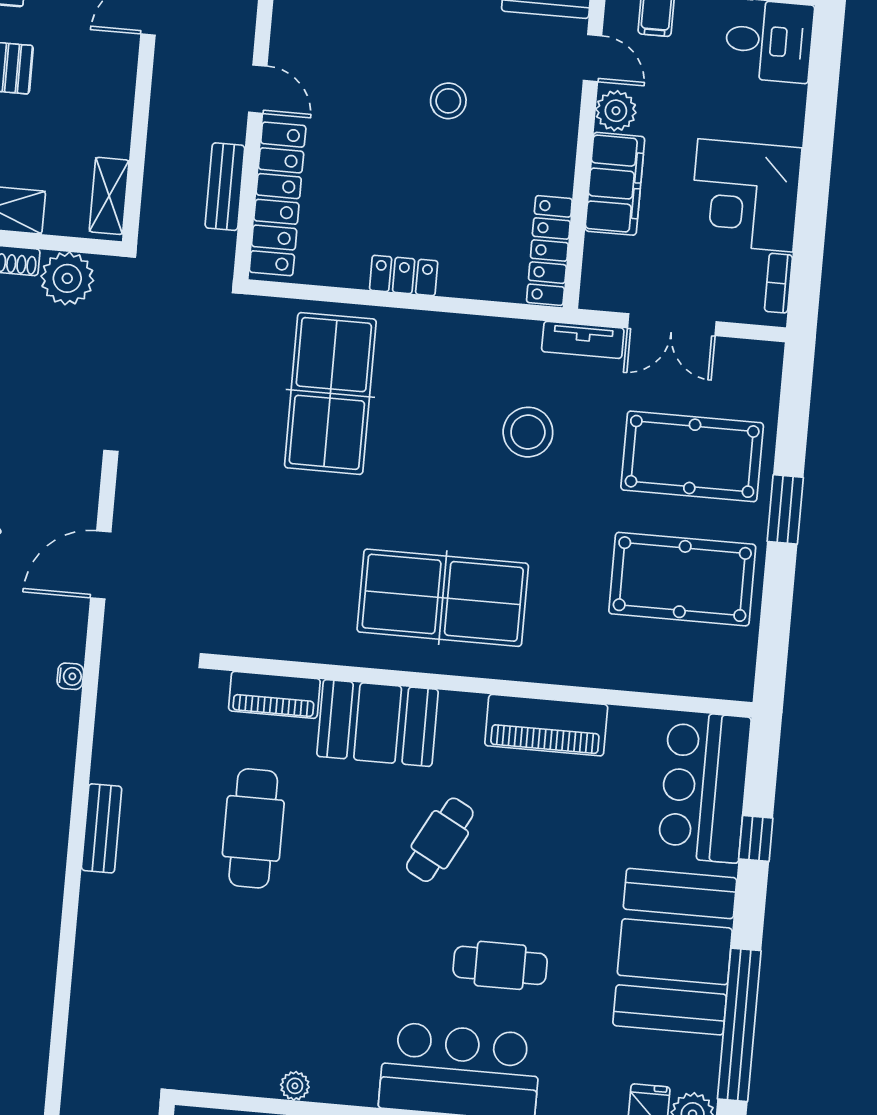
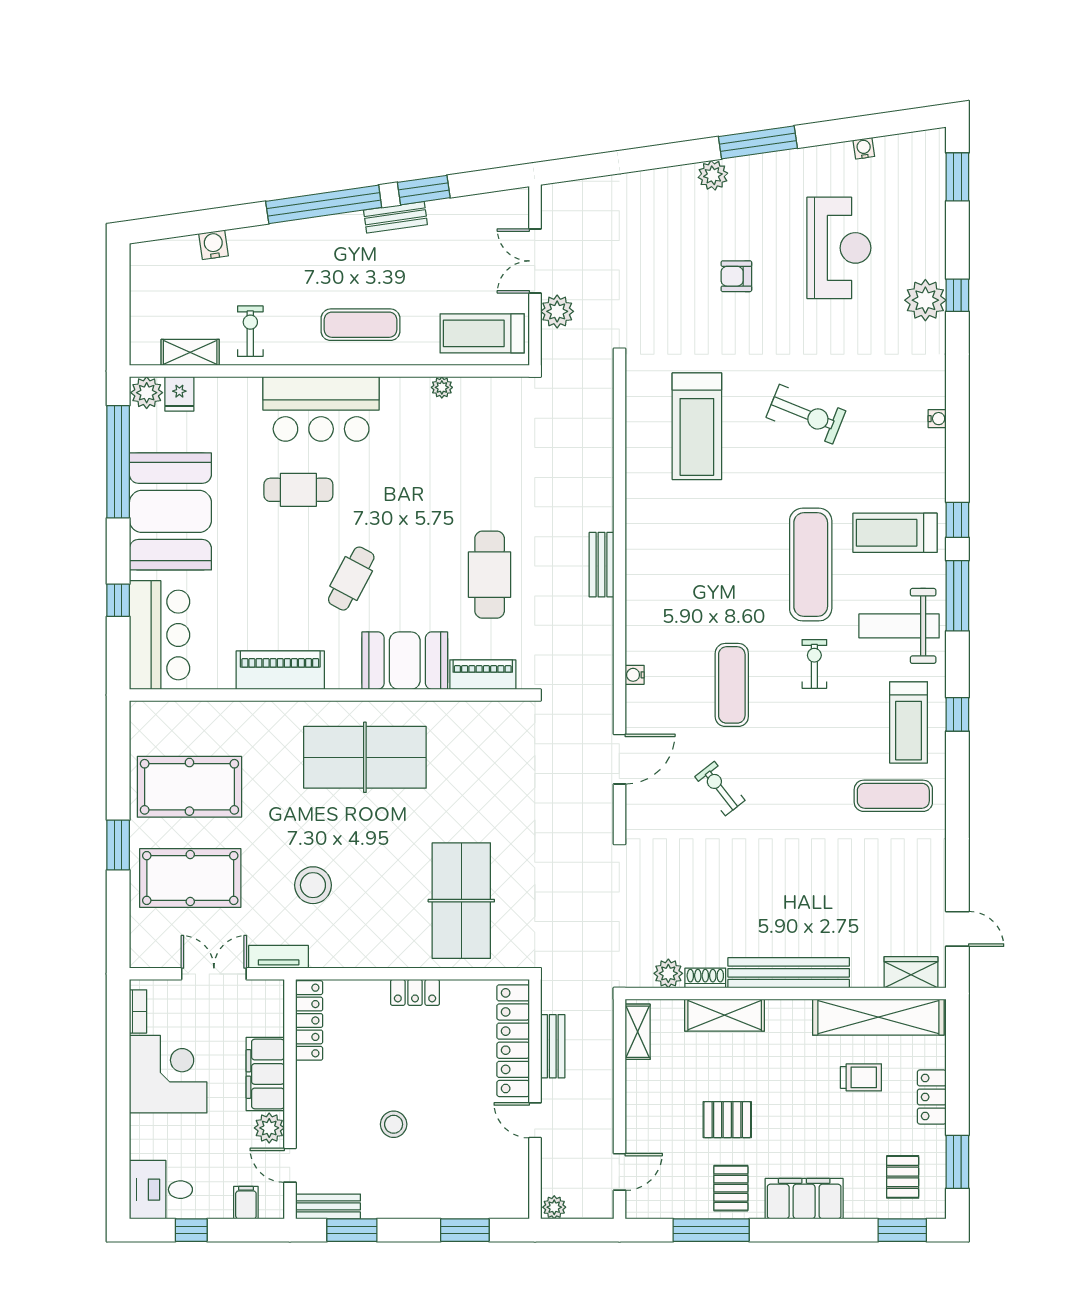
plant: (67, 278) -> (668, 973), width x0.73, depth x0.73

